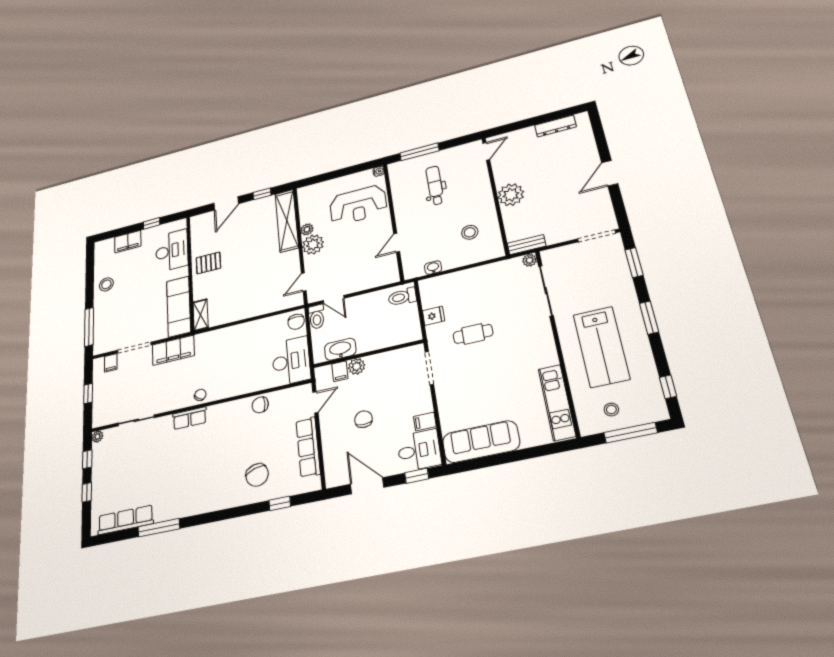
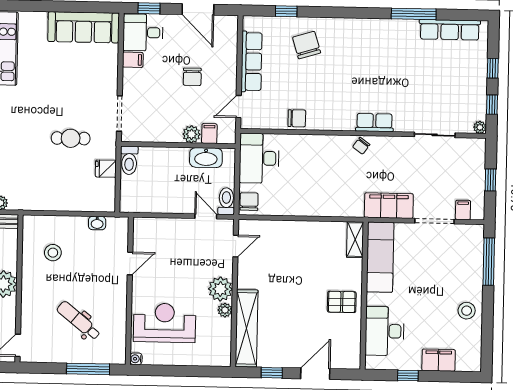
dental chair: (435, 185) -> (79, 321), turned 129
toilet: (402, 297) -> (129, 160), moved, turned 90

